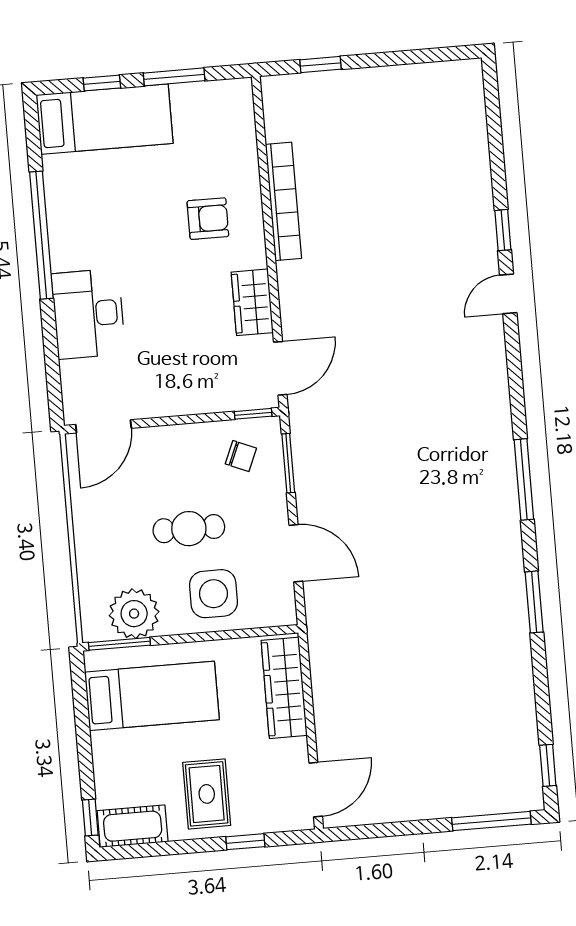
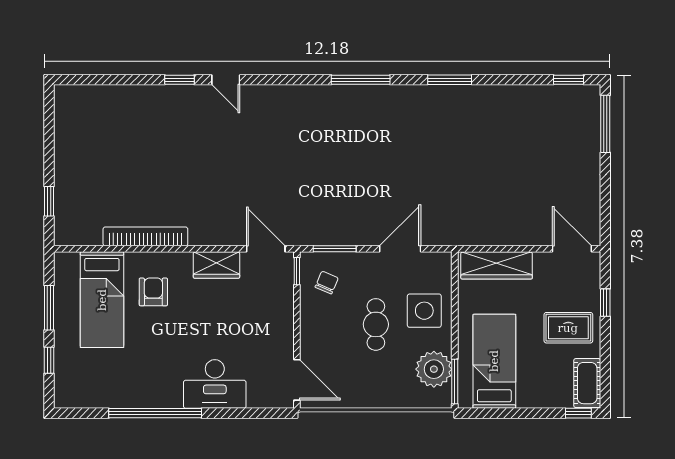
bed: (105, 119) -> (102, 300), moved, turned 180

